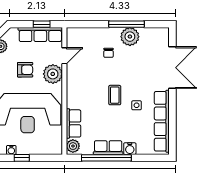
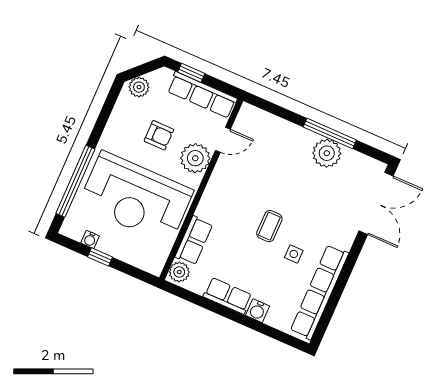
window: (42, 24) -> (191, 73), moved
chair: (109, 53) -> (287, 163), removed
double door: (172, 68) -> (376, 203), moved
window: (106, 158) -> (219, 309), removed

